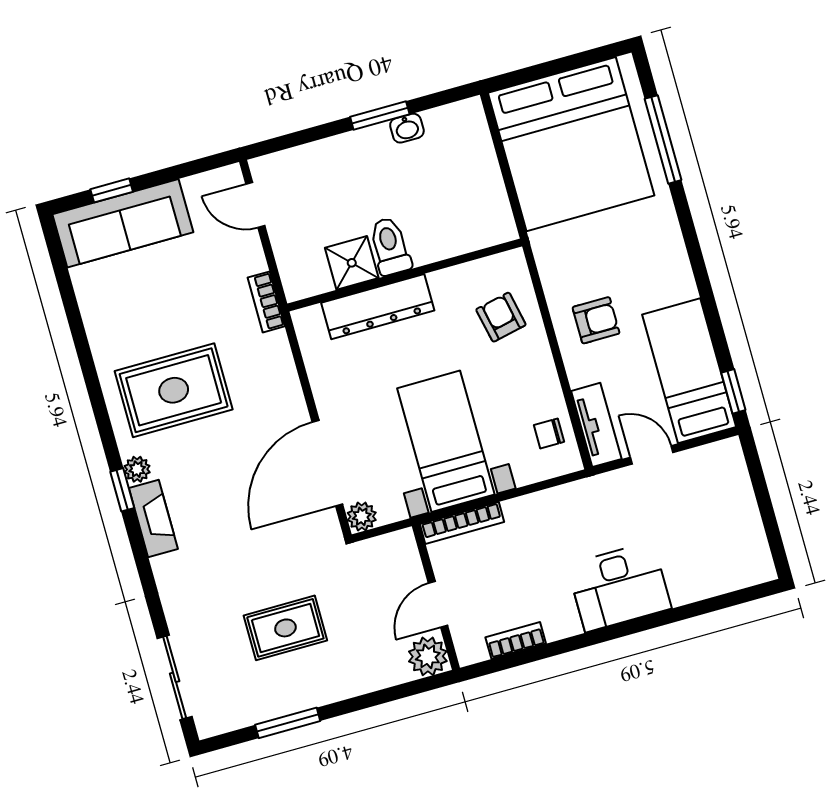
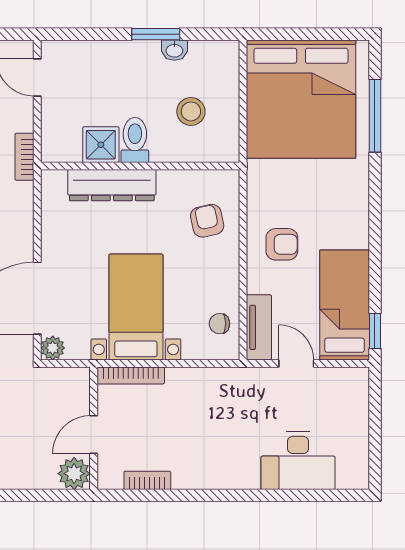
stool: (446, 195) -> (191, 111), added
desk: (619, 587) -> (298, 461), moved

